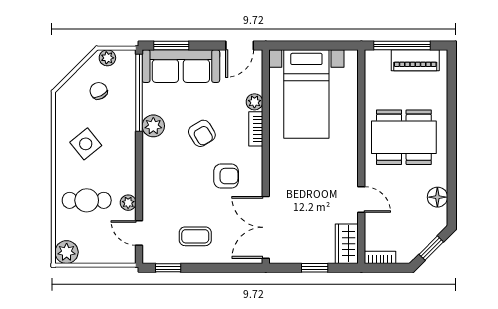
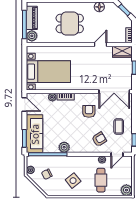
plant: (379, 61) -> (32, 36), added
armchair: (202, 133) -> (99, 139), moved
dining table: (404, 137) -> (70, 24), width x0.73

